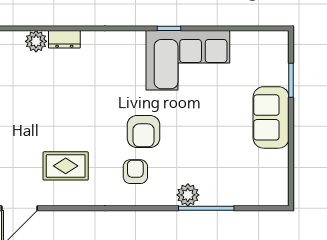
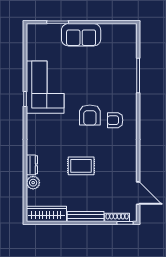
armchair: (143, 131) -> (90, 115), turned 90
rug: (66, 166) -> (81, 166), moved, turned 90
plant: (188, 195) -> (130, 87), removed

